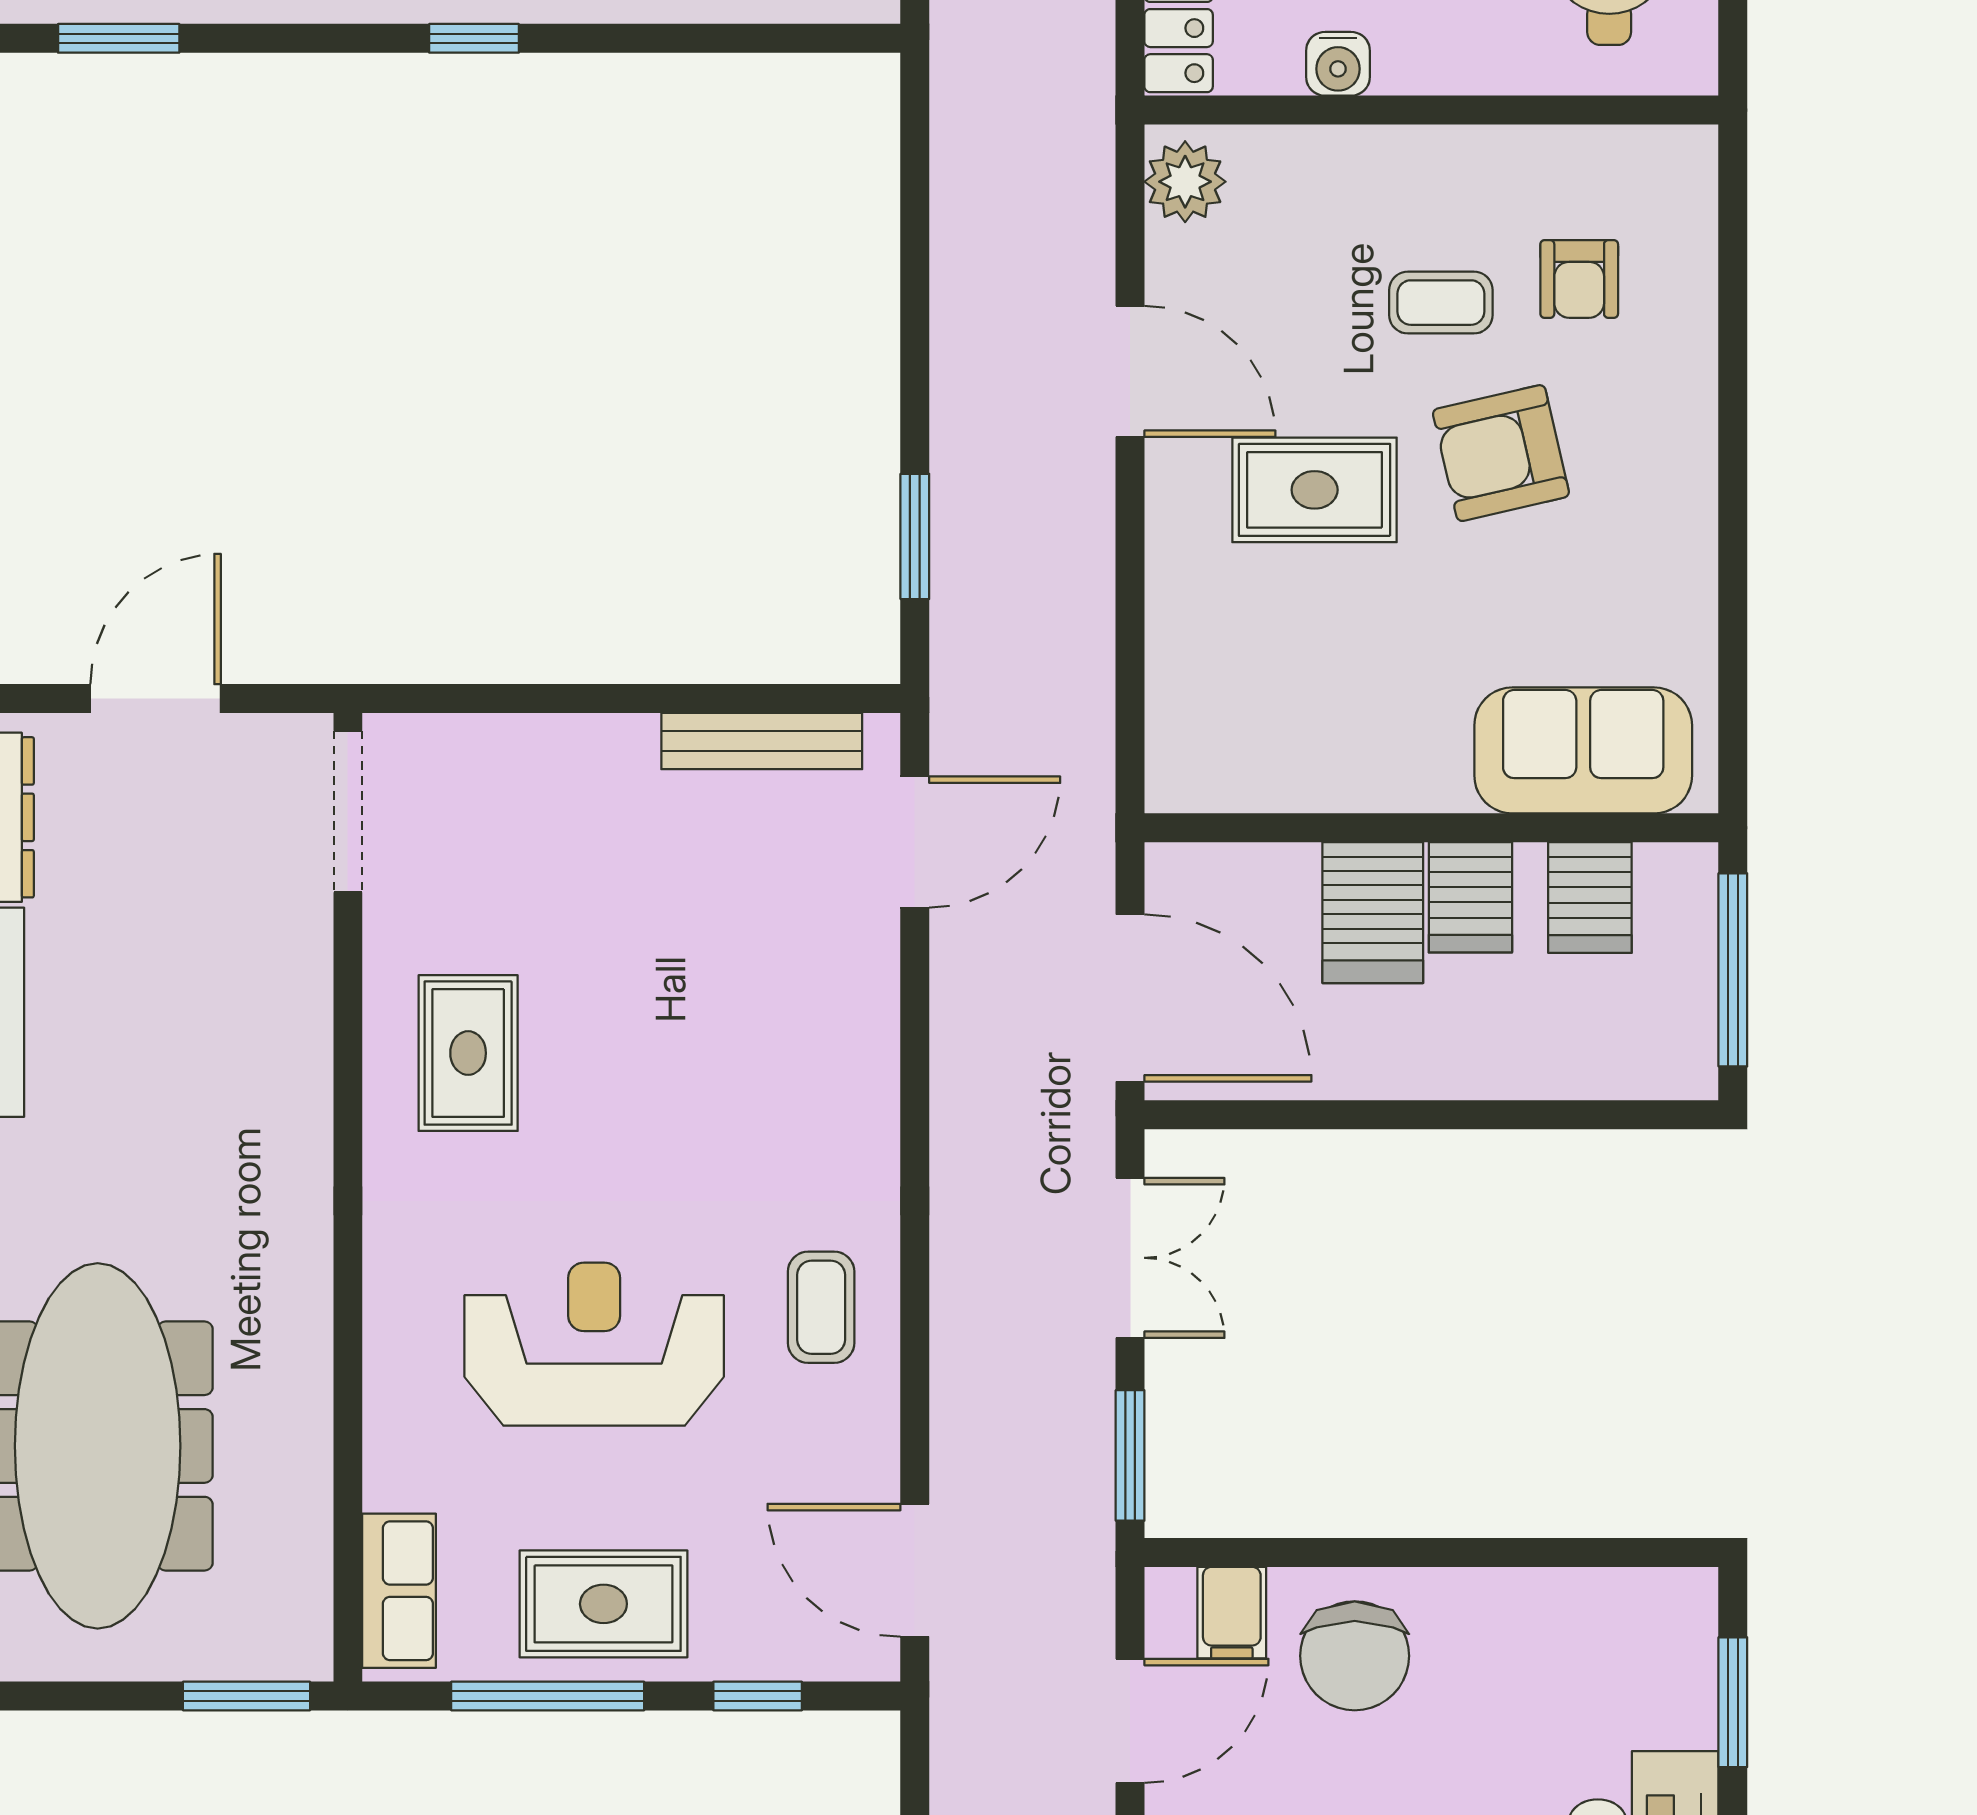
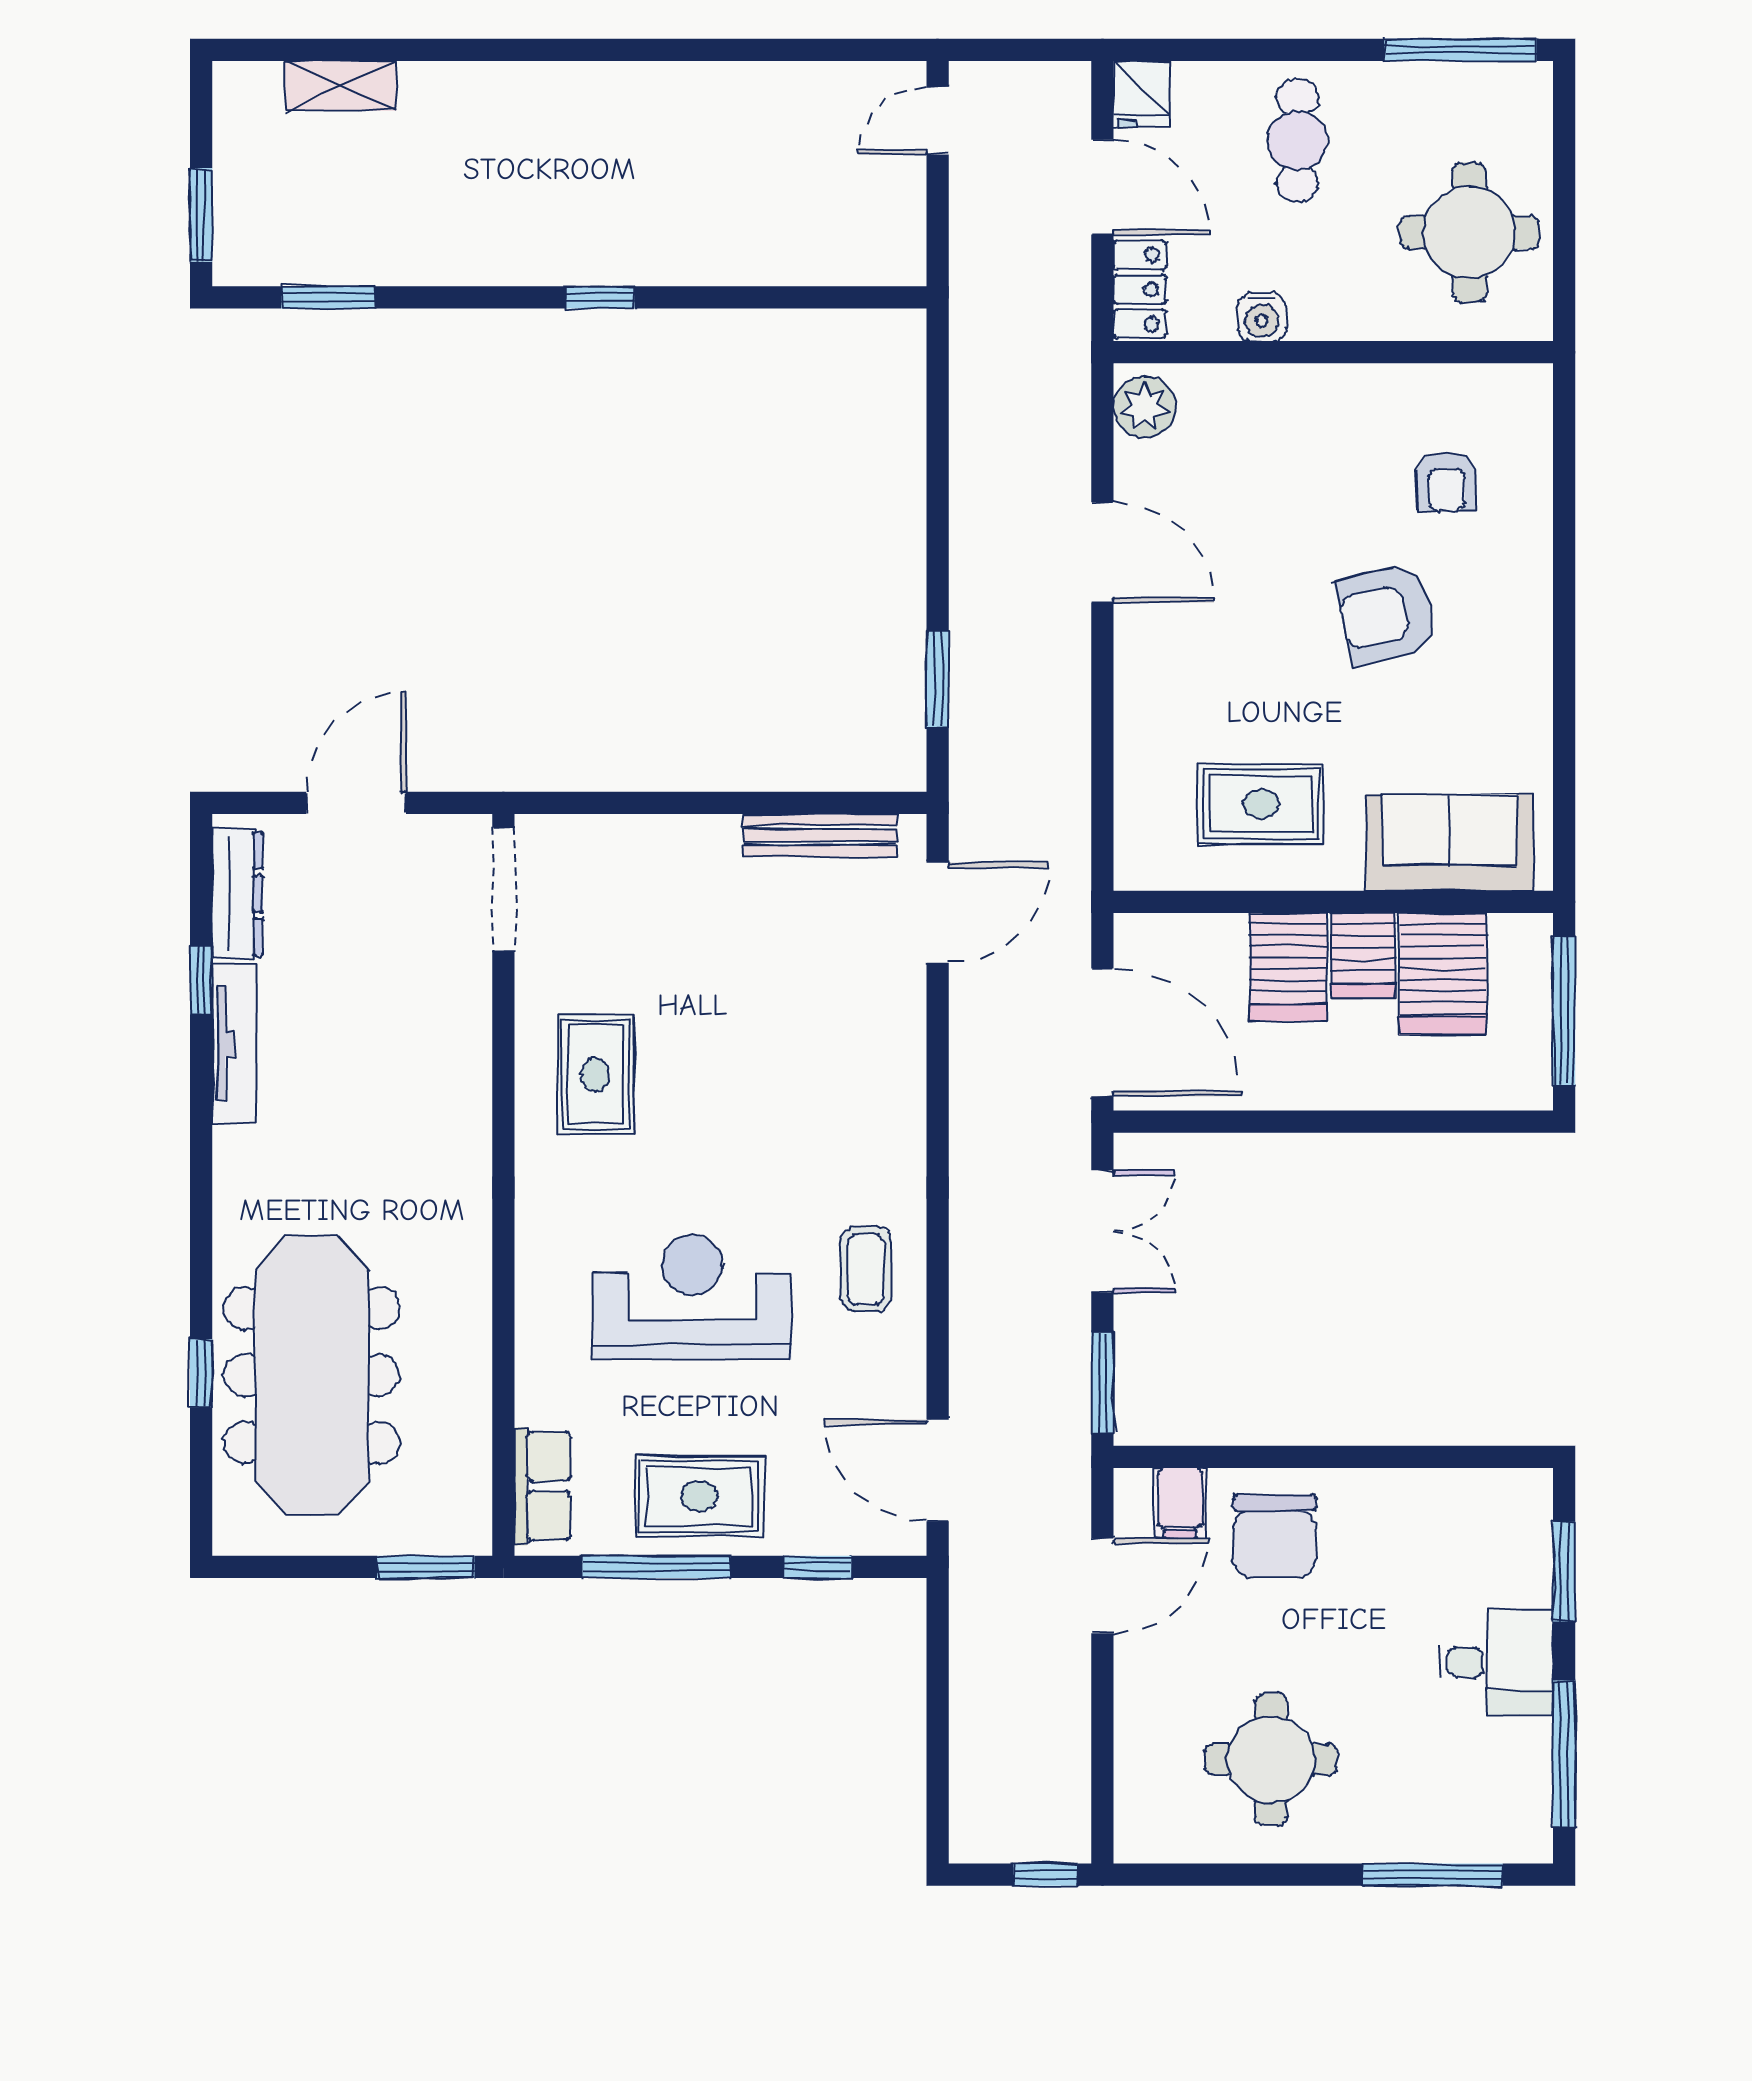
coffee table: (1441, 303) -> (1341, 500), removed
rug: (1315, 490) -> (1261, 804), moved
server rack: (1590, 897) -> (1443, 974), width x1.36, depth x1.44

